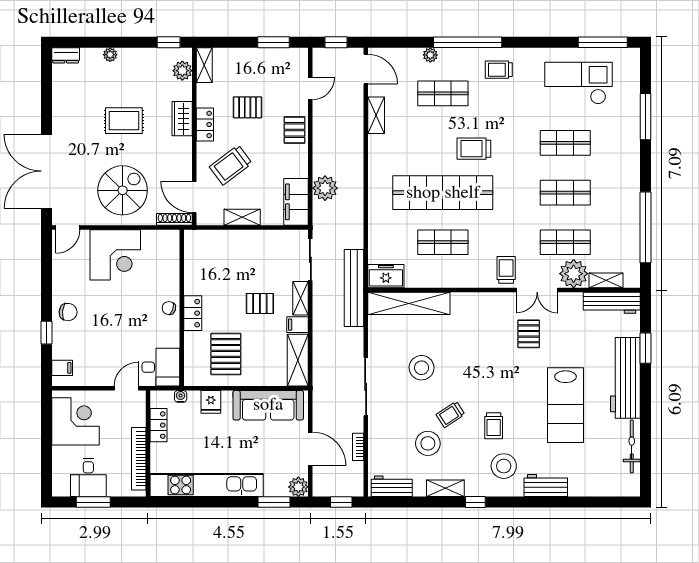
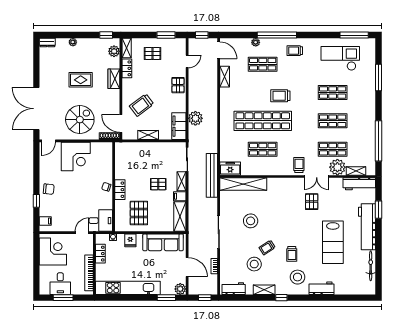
pallet: (248, 107) -> (152, 53), moved
locker: (205, 124) -> (127, 68), moved

